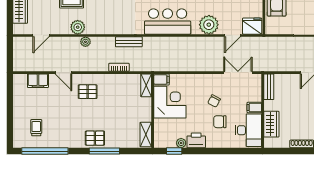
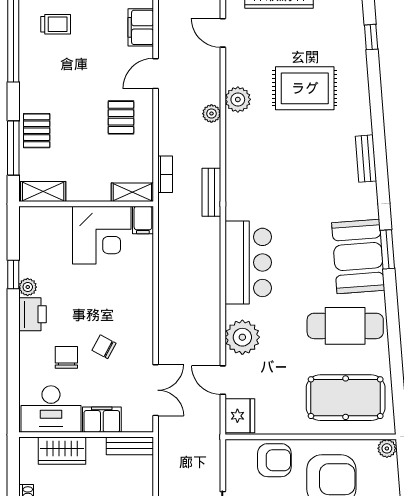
filing cabinet: (161, 80) -> (143, 220), moved
shelving: (146, 85) -> (132, 192), moved
corner desk: (170, 102) -> (102, 235), moved
filing cabinet: (254, 107) -> (102, 420), width x2.00
wall: (153, 111) -> (86, 204), moved
shelving: (146, 135) -> (43, 192), moved

